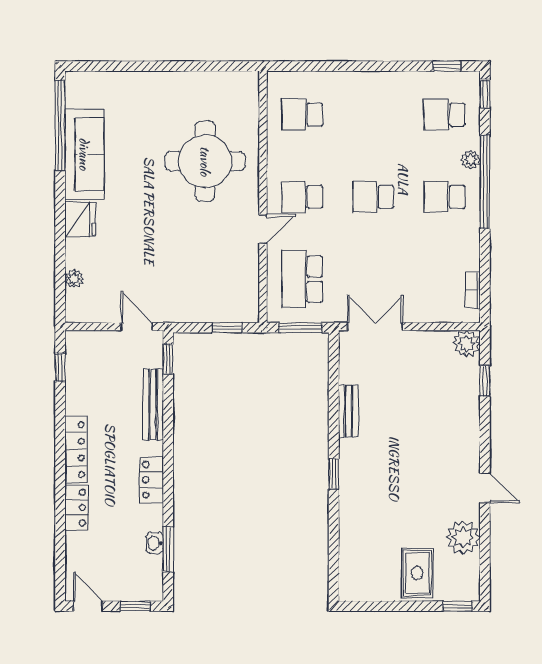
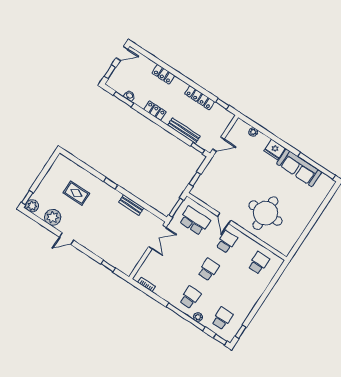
plant: (467, 344) -> (32, 206), moved
locker: (76, 450) -> (200, 98), moved
rug: (417, 573) -> (76, 193), moved

